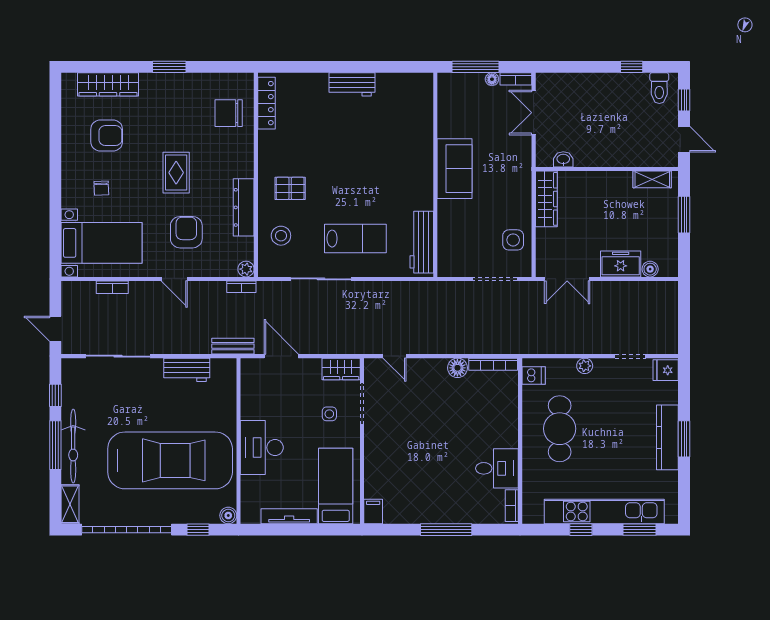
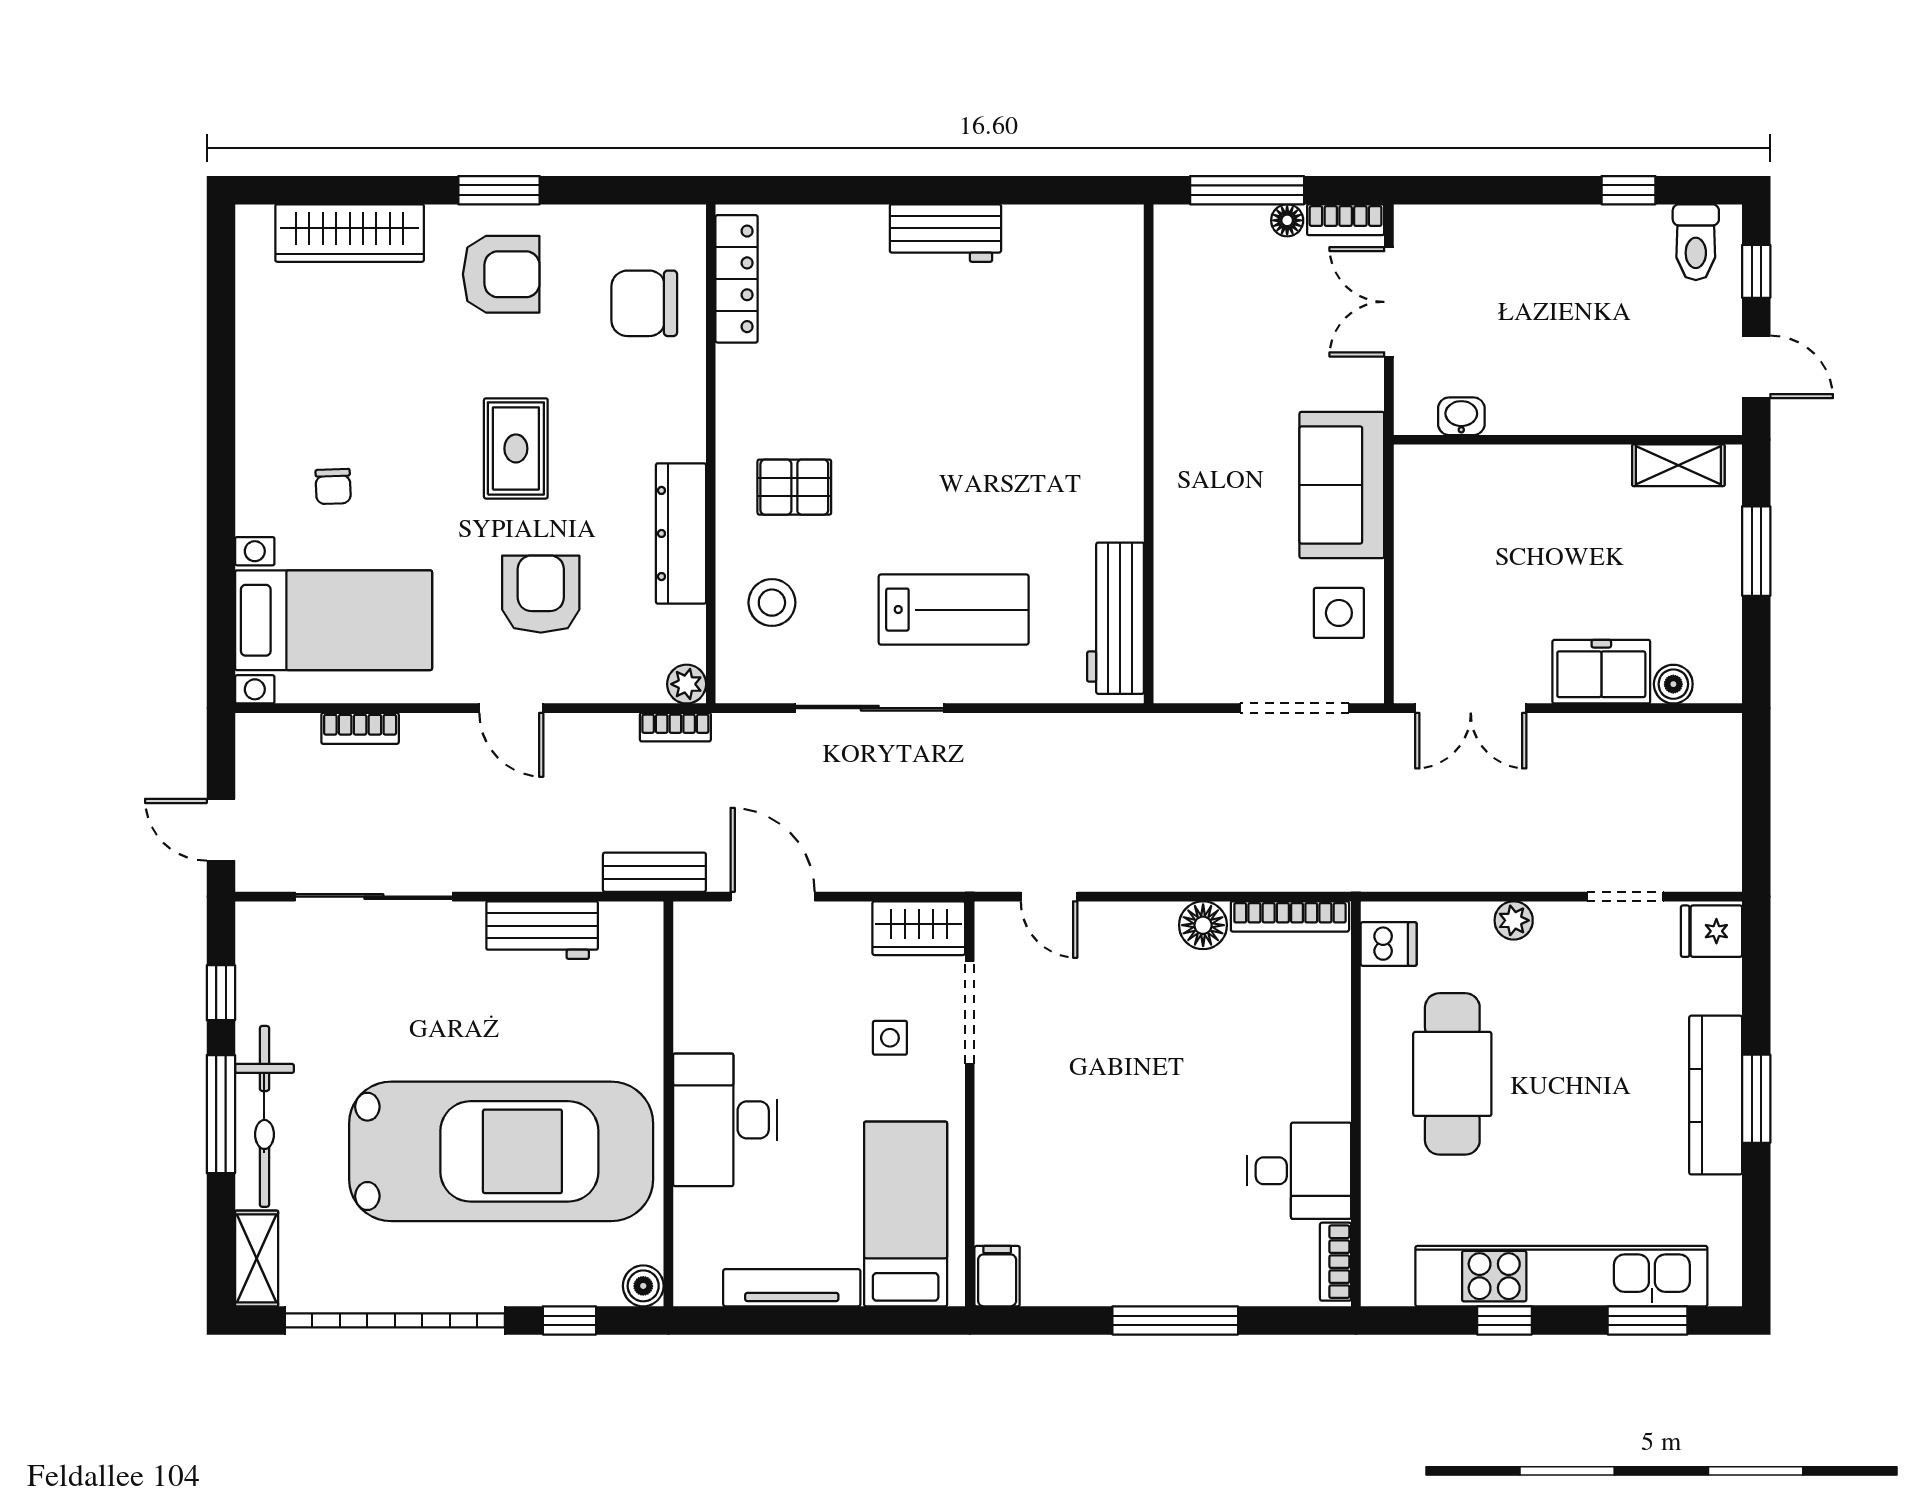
armchair: (107, 136) -> (501, 274), moved
sofa: (455, 169) -> (1342, 485), moved, turned 180
wardrobe: (546, 199) -> (1420, 513), removed

